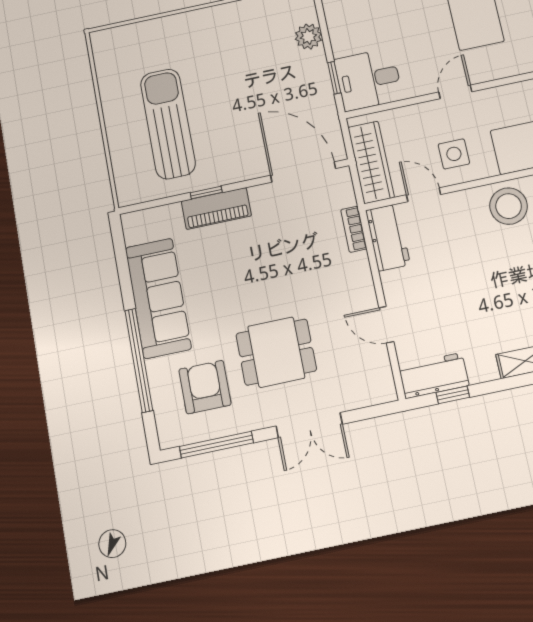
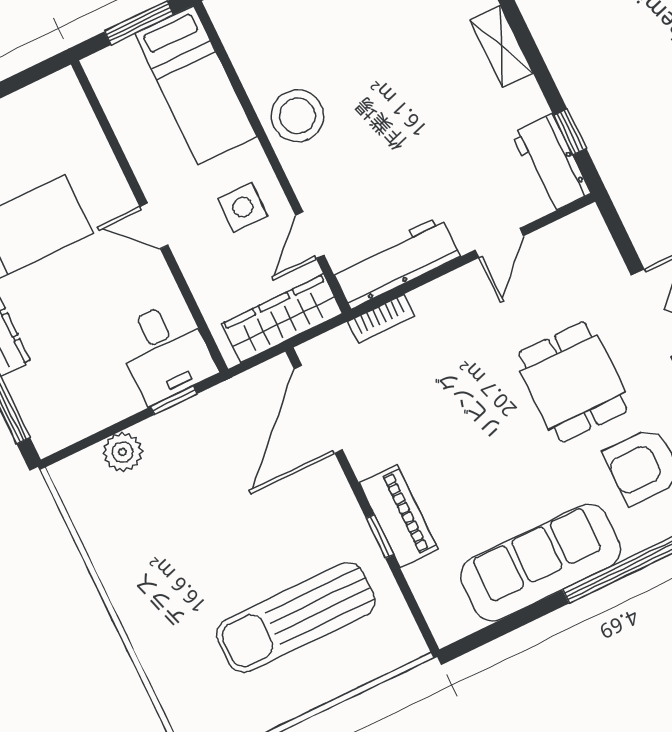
workbench: (388, 237) -> (396, 263), width x1.38

